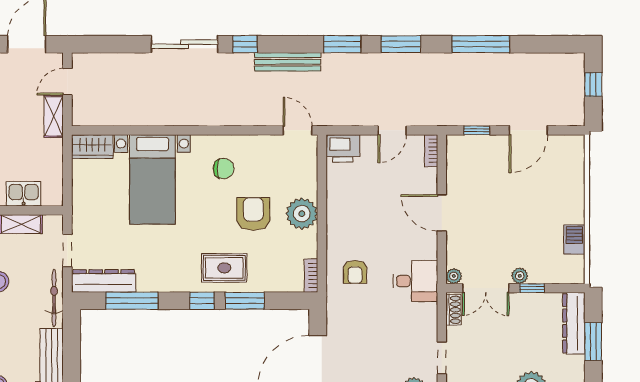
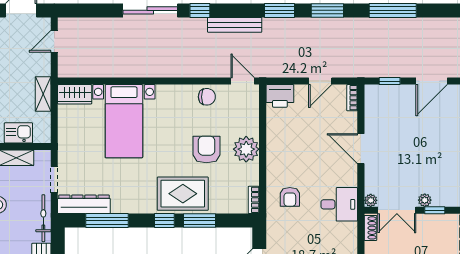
shelving: (54, 116) -> (43, 94), moved
chair: (224, 169) -> (207, 97), moved
rug: (224, 268) -> (183, 194), width x1.36, depth x1.43

